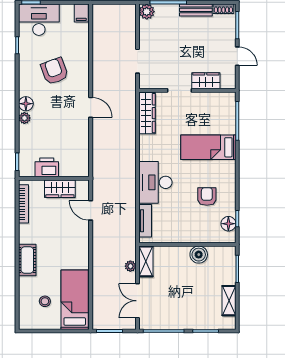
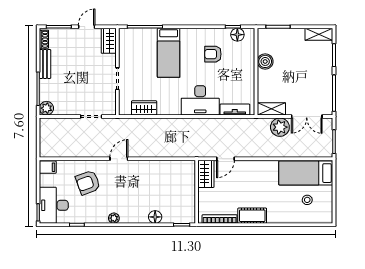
armchair: (54, 71) -> (88, 183), moved
wardrobe: (206, 81) -> (109, 41), moved
floor lamp: (26, 104) -> (155, 217), moved
door: (91, 107) -> (119, 159), moved
wardrobe: (147, 113) -> (144, 108), width x0.67
plant: (24, 118) -> (114, 218), moved
printer: (47, 167) -> (187, 198), removed
wardrobe: (60, 189) -> (206, 174), moved
cot: (27, 260) -> (252, 216), moved
plant: (130, 266) -> (280, 127), width x1.88, depth x1.88
shelving: (229, 301) -> (319, 34), moved

